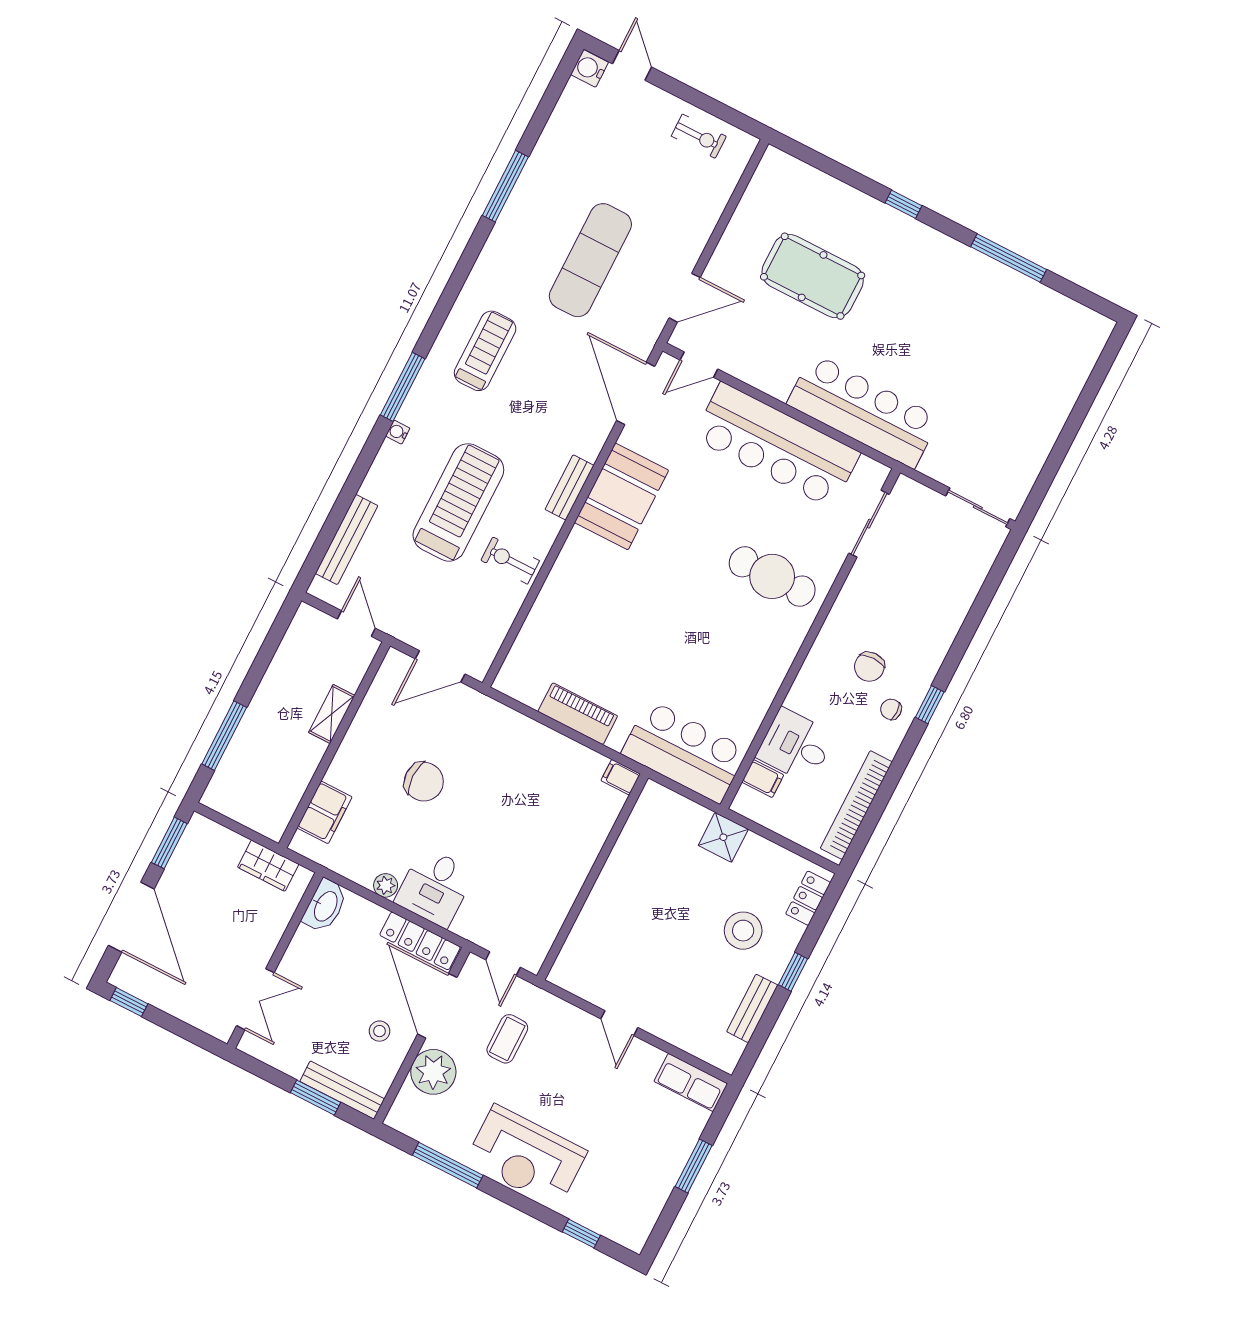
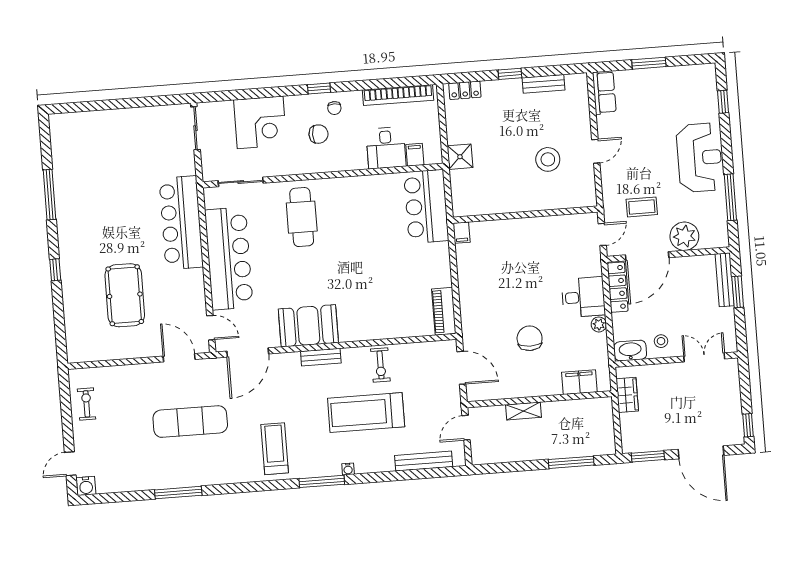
treadmill: (485, 351) -> (275, 449), turned 90
corner desk: (933, 598) -> (260, 122), added
piano: (578, 714) -> (444, 311), moved
door: (131, 917) -> (701, 452), swing flipped
stool: (743, 931) -> (548, 159), moved
stool: (379, 1031) -> (661, 341), moved

